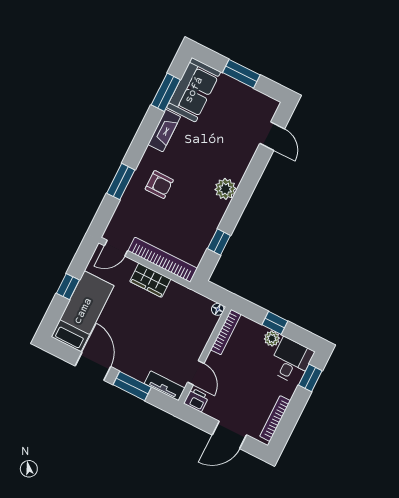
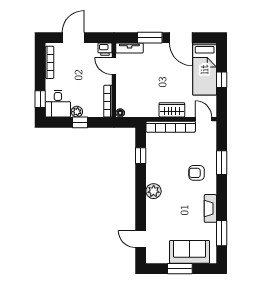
sofa: (194, 90) -> (190, 252), moved, turned 90
door: (116, 248) -> (204, 119), hinge flipped

